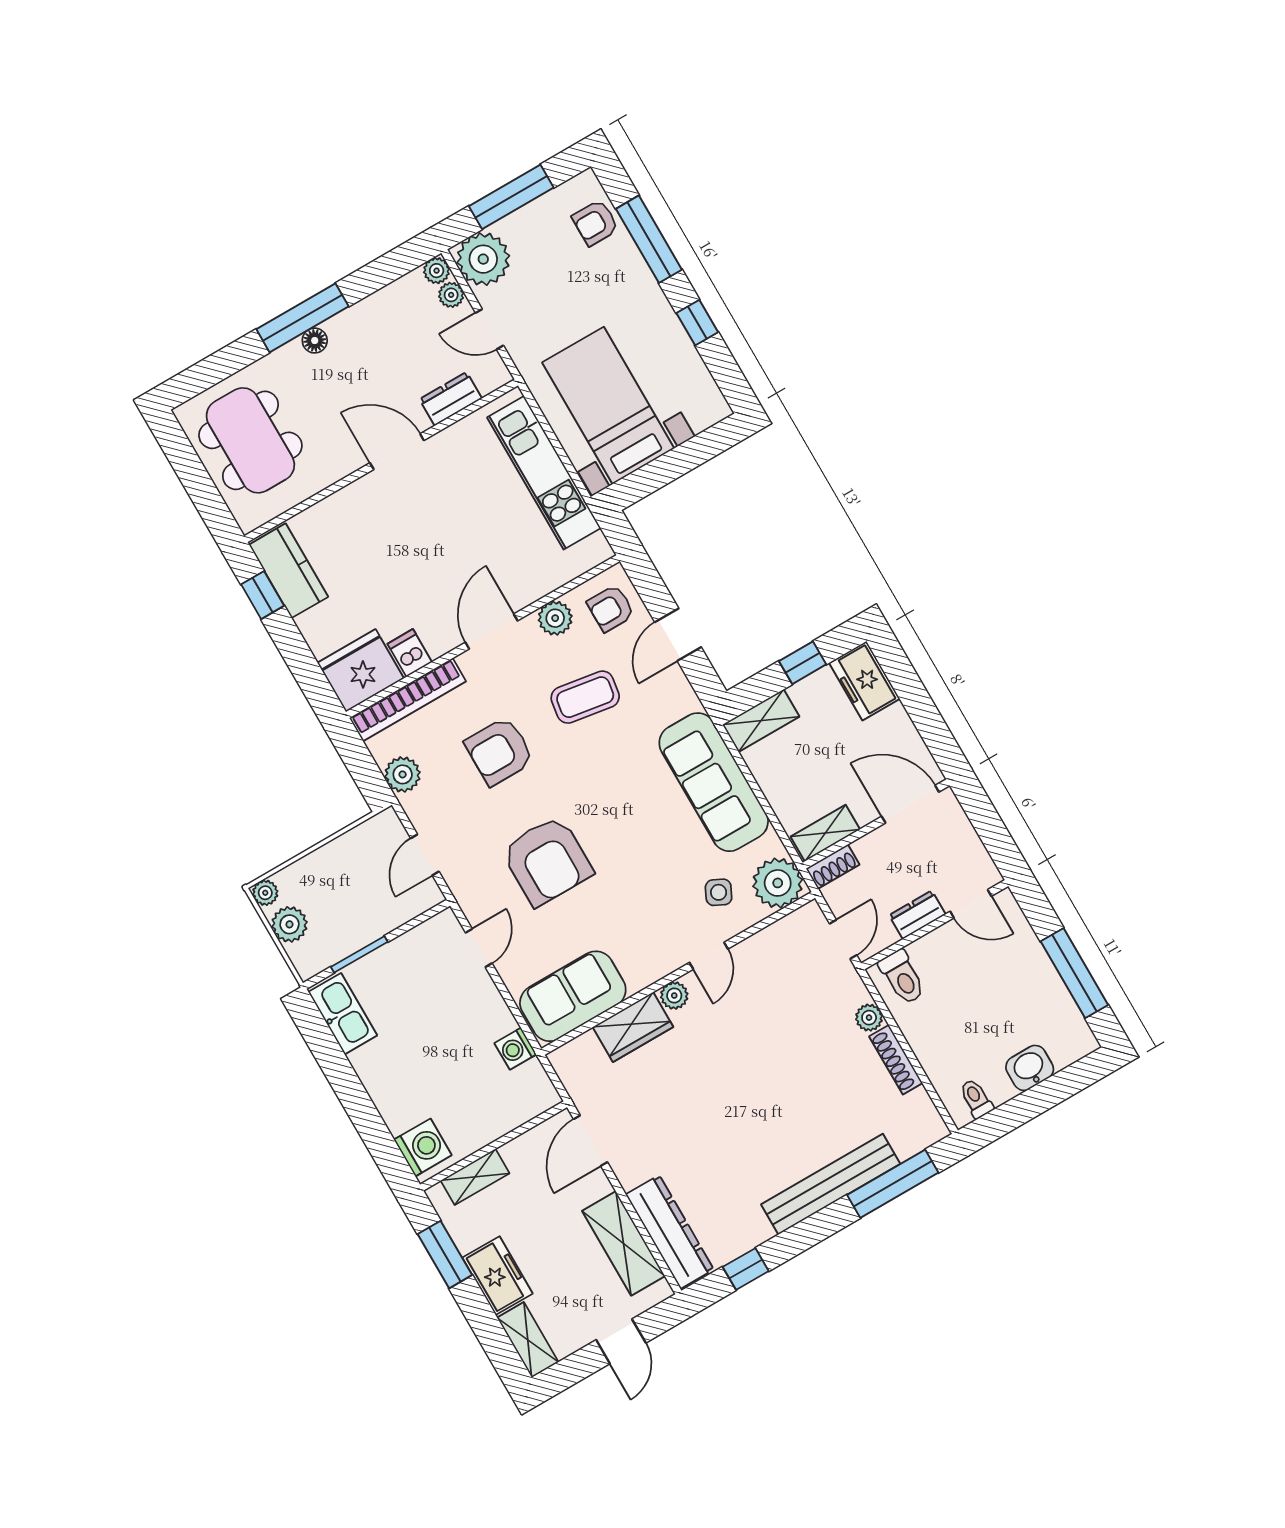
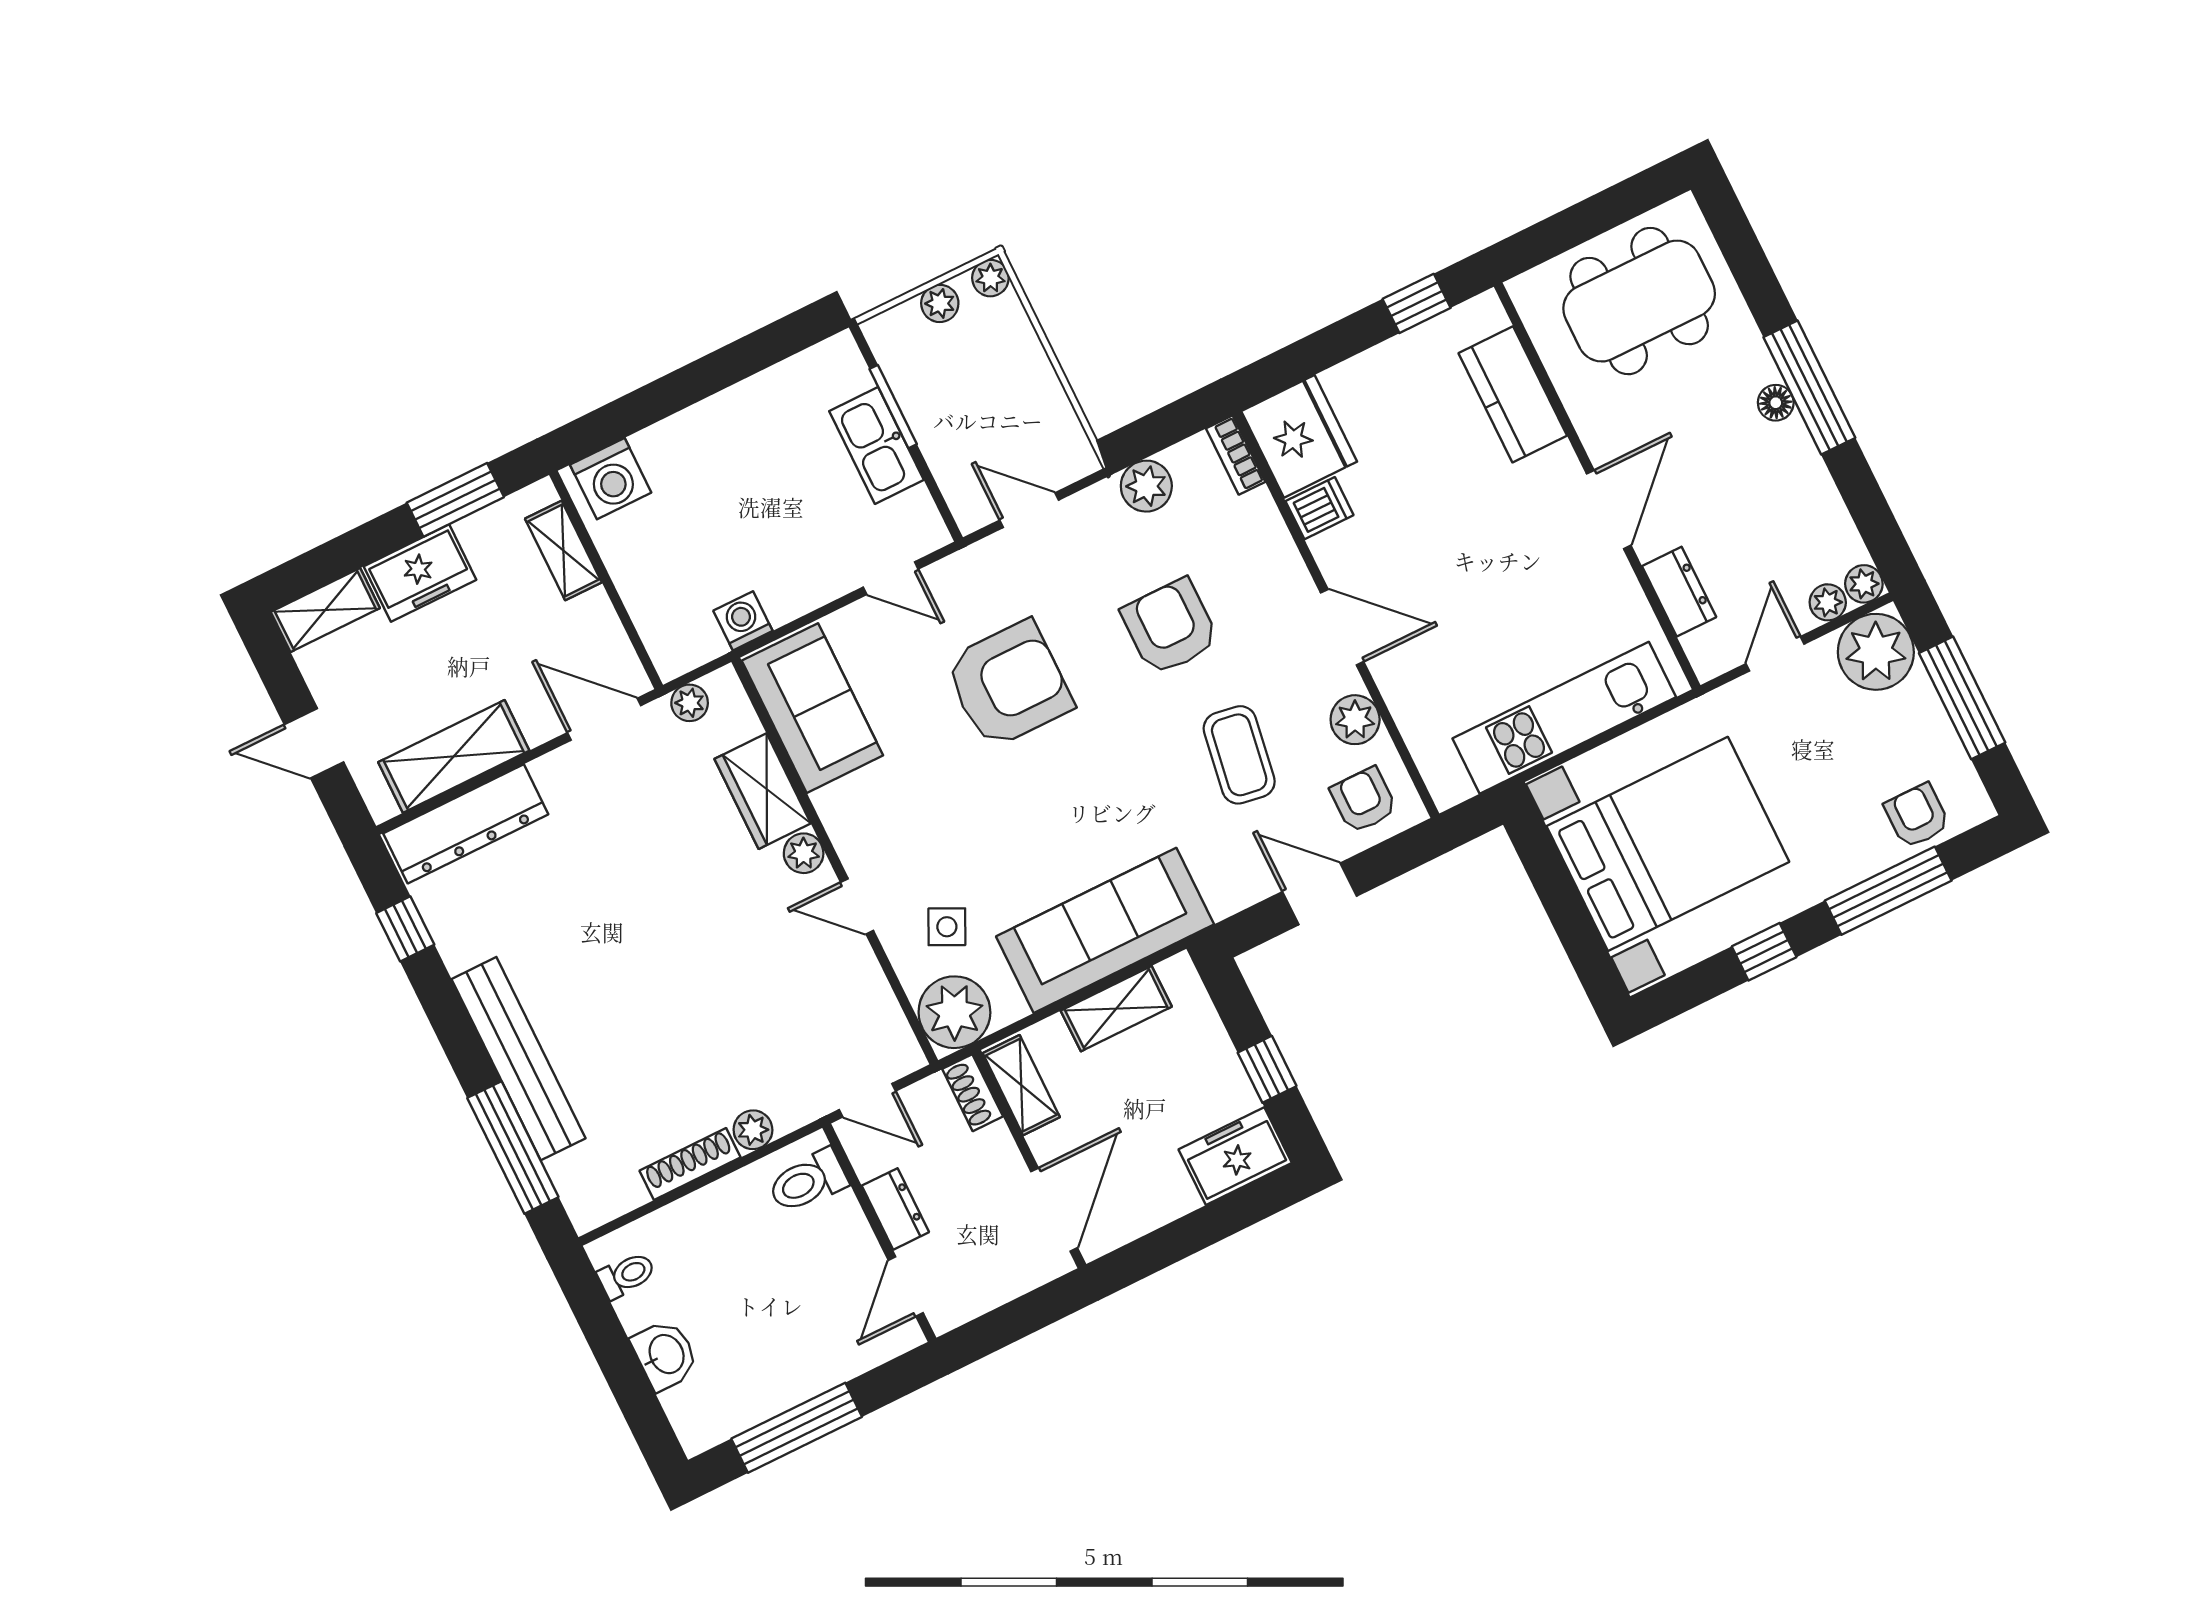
bed with nightstands: (608, 405) -> (1668, 844), width x1.36
kitchen counter: (289, 571) -> (1513, 394), moved, turned 90
bookcase: (408, 700) -> (1236, 455), width x0.43, depth x0.76
shelving: (761, 721) -> (1116, 1009), moved, turned 90
armchair: (547, 861) -> (1009, 684), turned 180
plant: (289, 924) -> (940, 303), width x0.73, depth x0.73
kitchen sink: (343, 1014) -> (876, 445), moved, turned 90
plant: (575, 1082) -> (690, 703), added

